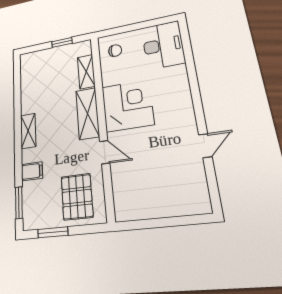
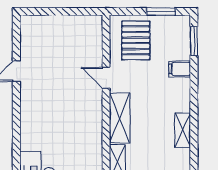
corner desk: (127, 106) -> (80, 119), removed
shelving: (28, 131) -> (183, 130), moved

